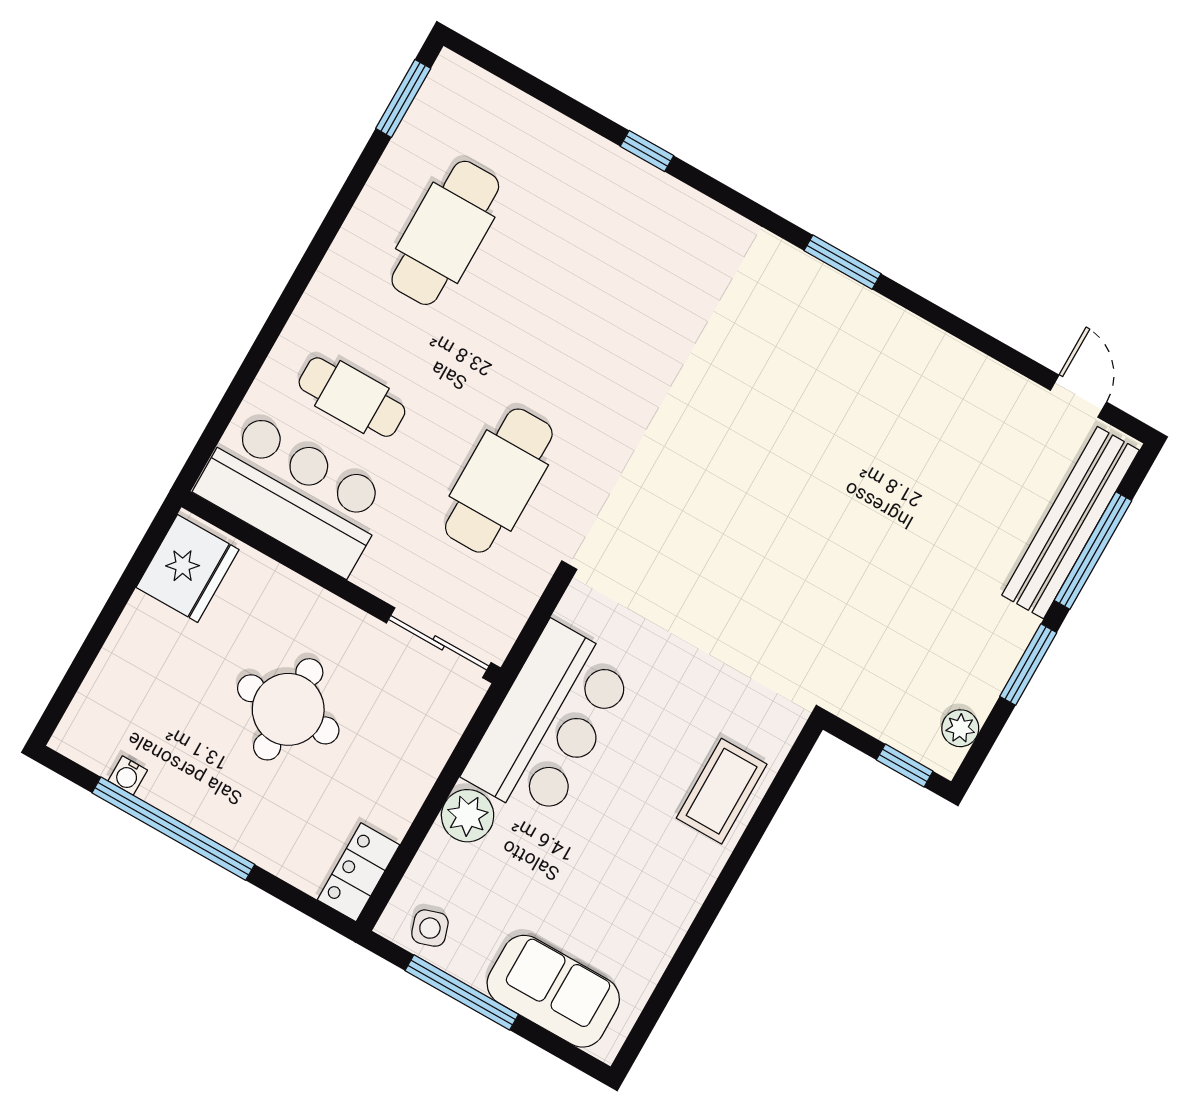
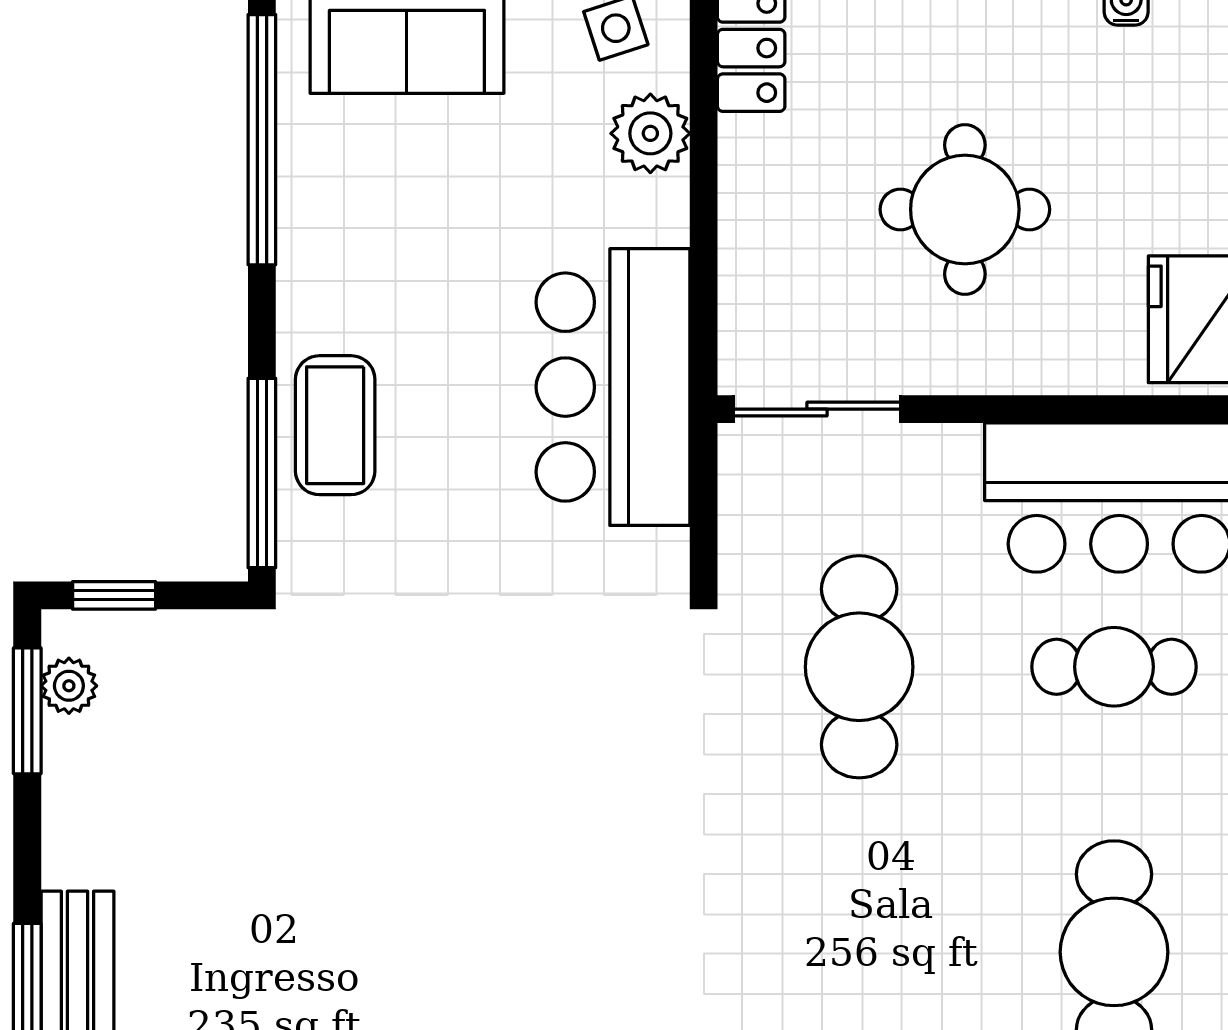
window: (1028, 664) -> (27, 711), moved
window: (779, 788) -> (262, 473), added
plant: (468, 816) -> (650, 133), moved
window: (670, 980) -> (262, 140), added

